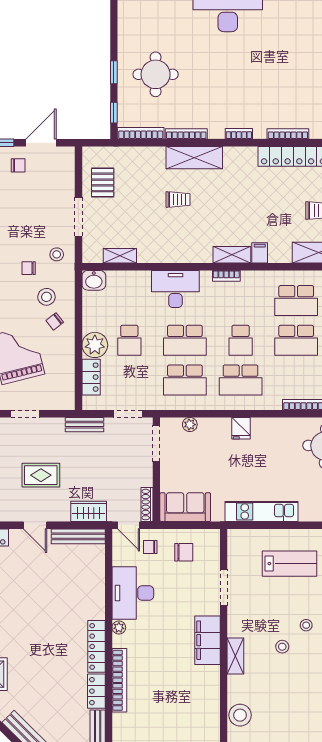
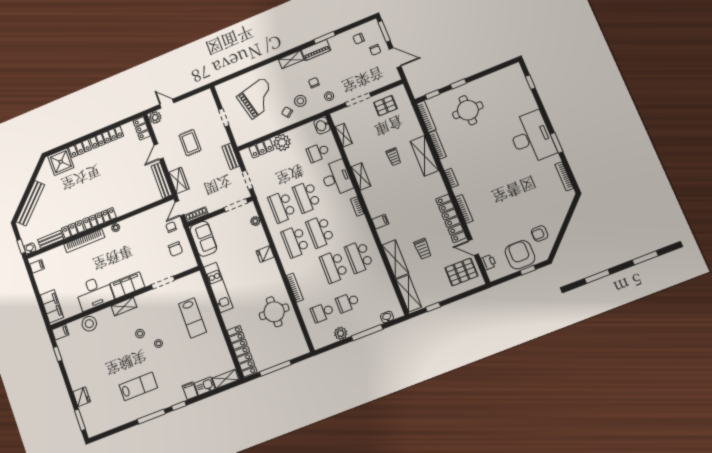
shelving: (232, 255) -> (361, 176), moved
school desk: (129, 340) -> (318, 152), moved
school desk: (241, 340) -> (320, 232), width x1.85
desk: (133, 593) -> (94, 293), moved, turned 180

